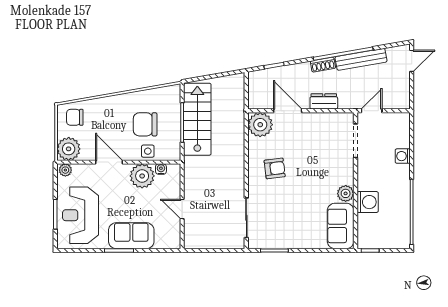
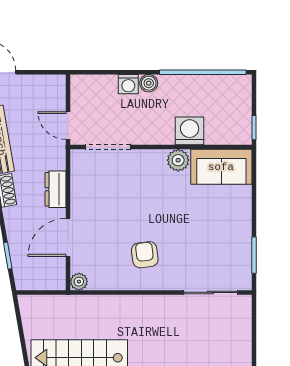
plant: (260, 125) -> (79, 282), width x0.53, depth x0.53
boiler: (403, 171) -> (149, 83), added

